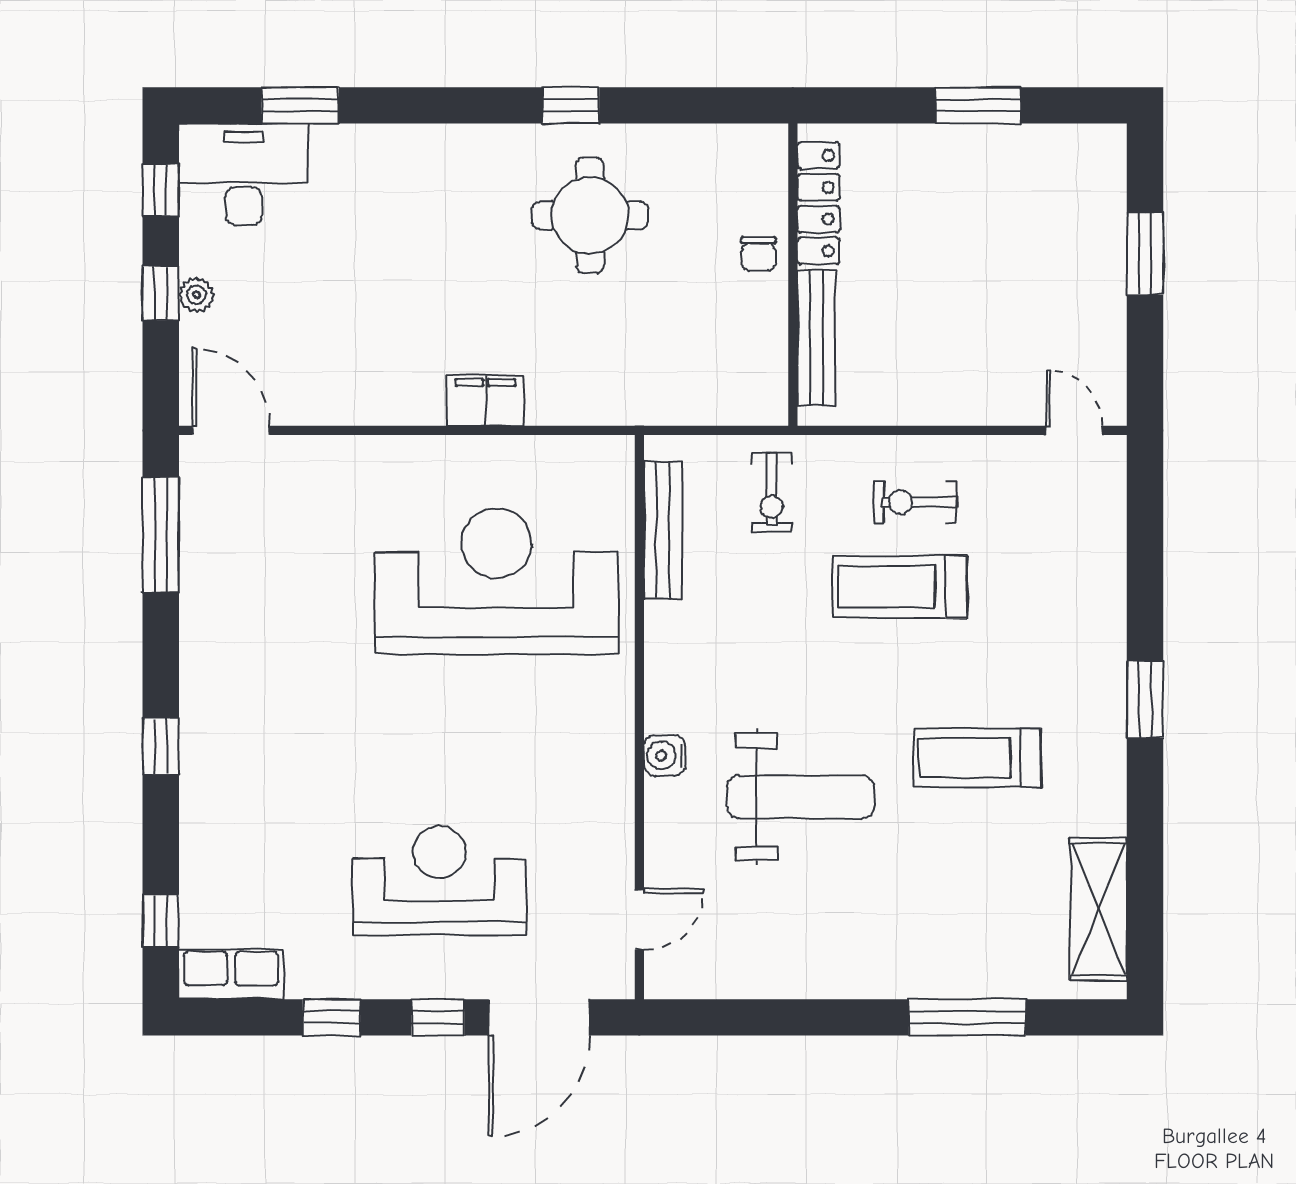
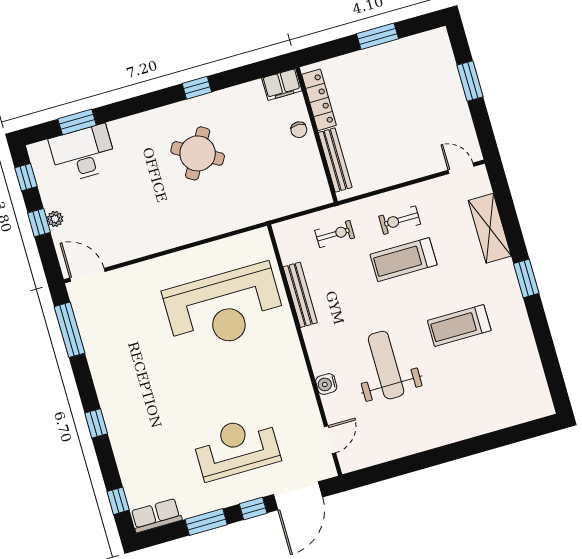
desk: (244, 174) -> (83, 153), moved
round table: (590, 215) -> (198, 153), moved, turned 30
filing cabinet: (486, 400) -> (282, 84), moved, turned 180
exercise bike: (771, 493) -> (335, 234), turned -90
bench: (663, 530) -> (300, 295), moved
reception desk: (497, 581) -> (224, 308), turned 180
water cooler: (664, 756) -> (326, 384), moved
weight bench: (801, 797) -> (386, 365), turned -90
shelving: (1098, 909) -> (490, 228), moved
window: (332, 1017) -> (206, 522), width x1.50
window: (967, 1017) -> (488, 442), removed

